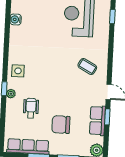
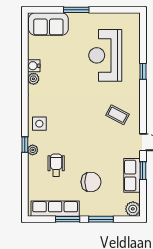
window: (112, 17) -> (143, 71), moved
plant: (15, 31) -> (33, 79), added
chair: (61, 125) -> (91, 182), turned 180

